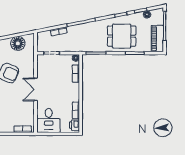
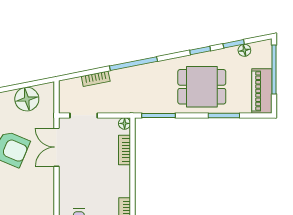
double door: (35, 89) -> (57, 147), moved

